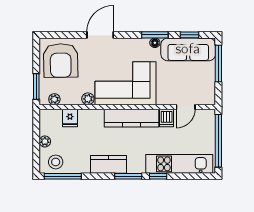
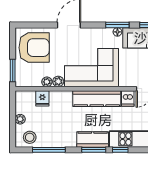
armchair: (61, 60) -> (34, 48), turned -89
plant: (54, 99) -> (47, 82), moved
kitchen counter: (108, 164) -> (93, 139), moved
window: (63, 176) -> (49, 150), moved

